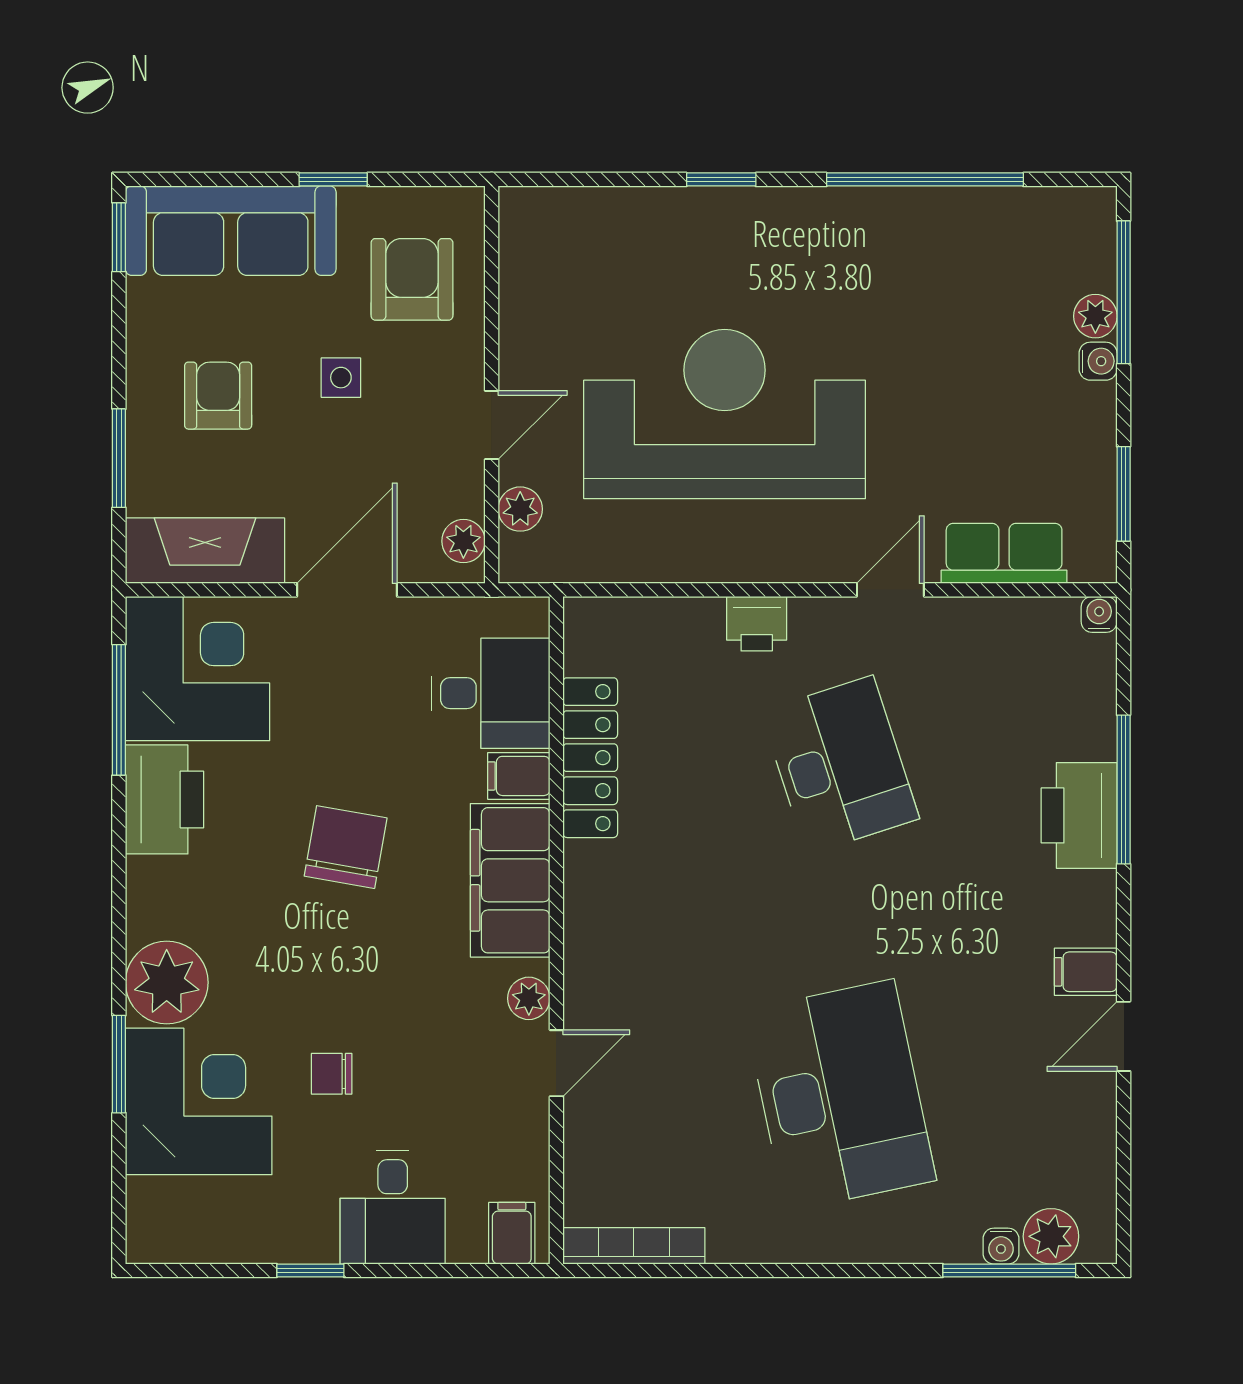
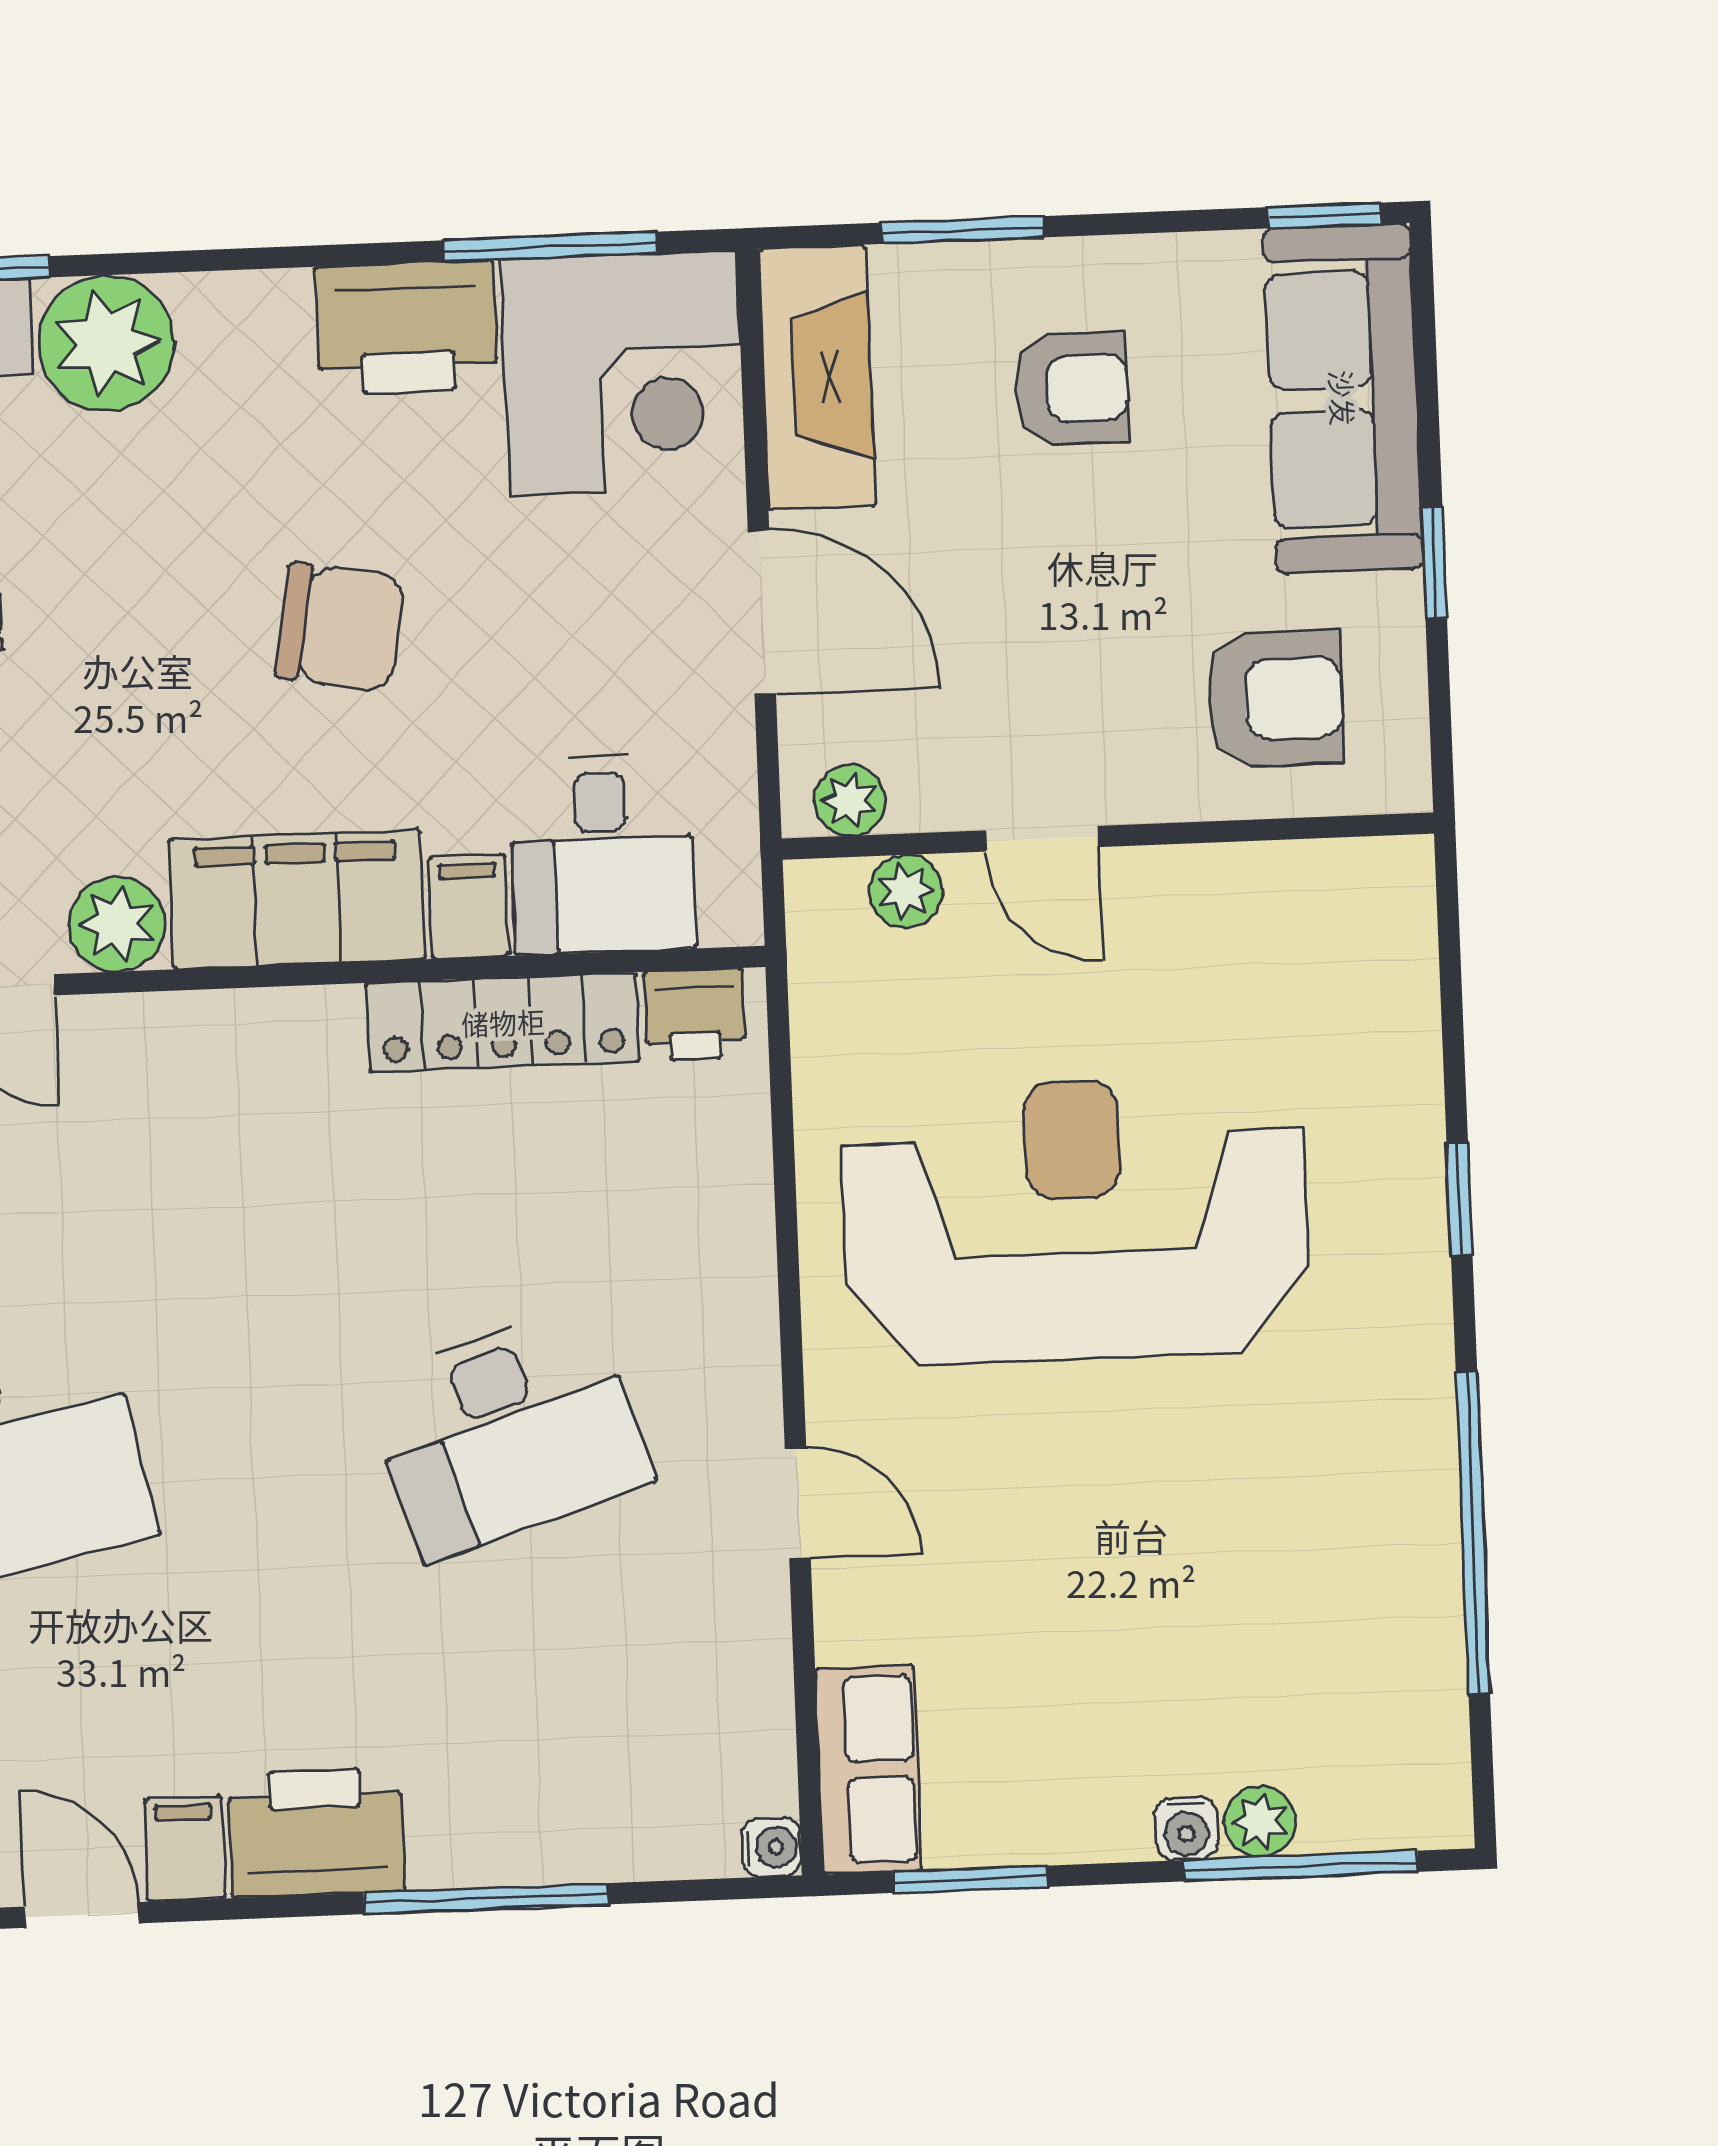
side table: (341, 378) -> (1110, 589), removed
reception desk: (725, 414) -> (1075, 1220), turned -90
row of seats: (1004, 553) -> (868, 1769), moved
printer: (757, 624) -> (695, 1015), moved, turned -90
printer: (1079, 815) -> (317, 1833), moved
plant: (529, 998) -> (117, 924), width x1.38, depth x1.38

